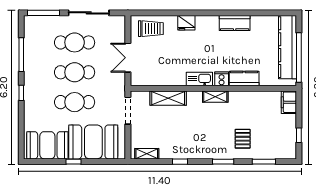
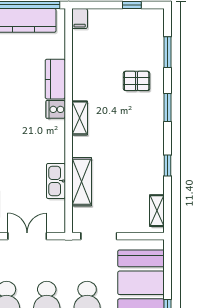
double door: (128, 58) -> (27, 236), swing flipped
kitchen sink: (199, 79) -> (56, 181), moved
filing cabinet: (289, 102) -> (80, 19), width x0.50

